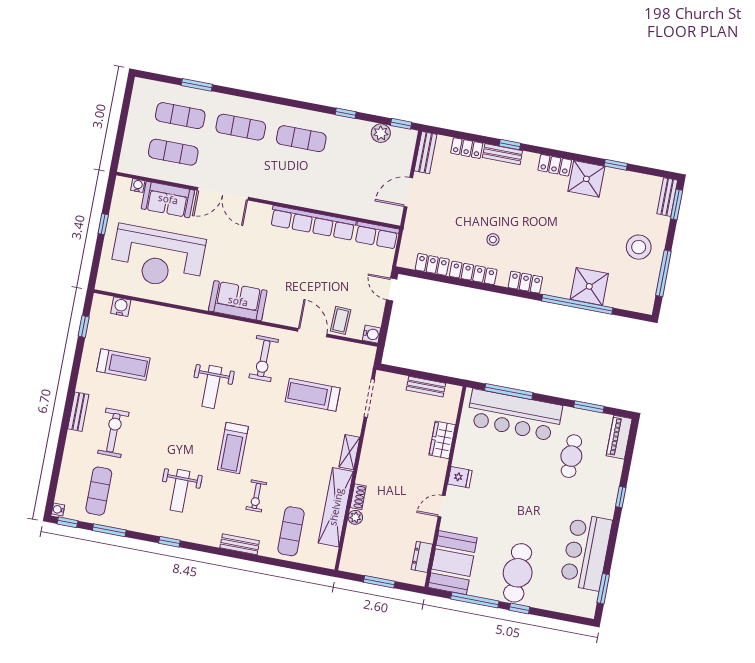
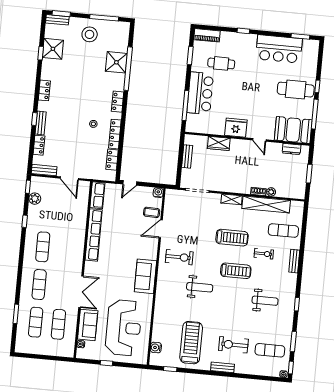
shower: (586, 179) -> (53, 49), moved
treadmill: (123, 365) -> (191, 343), width x1.37, depth x1.38
treadmill: (313, 395) -> (232, 238), moved, turned -90
bar counter: (514, 415) -> (200, 93), width x0.73
fridge: (460, 477) -> (236, 128), width x1.88, depth x1.34

